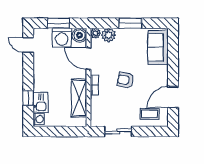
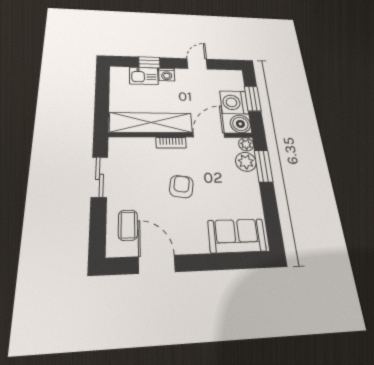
window: (130, 23) -> (263, 166), moved
door: (28, 45) -> (197, 64), moved
shelving: (79, 98) -> (151, 123), width x1.47
washing machine: (39, 119) -> (167, 75), moved

